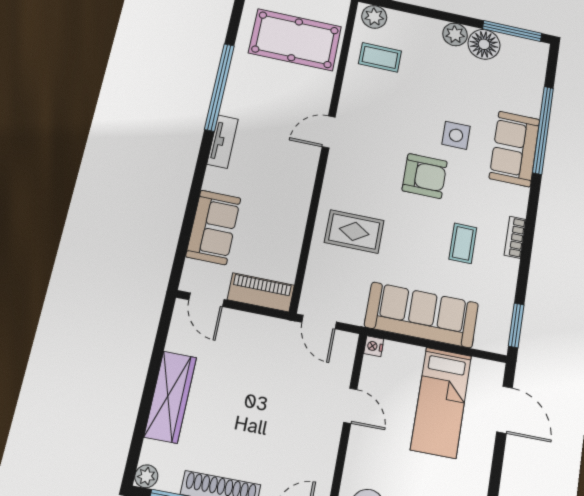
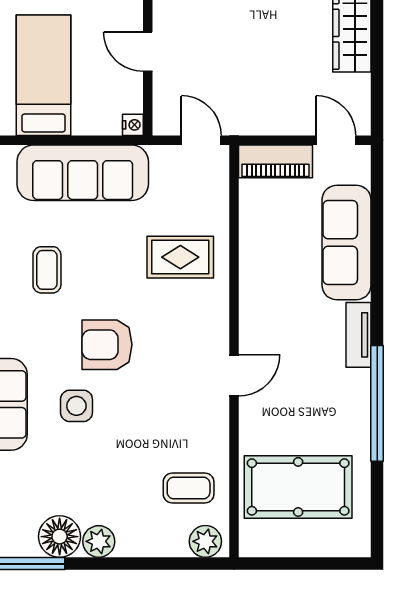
sofa: (213, 227) -> (347, 243), width x1.36

